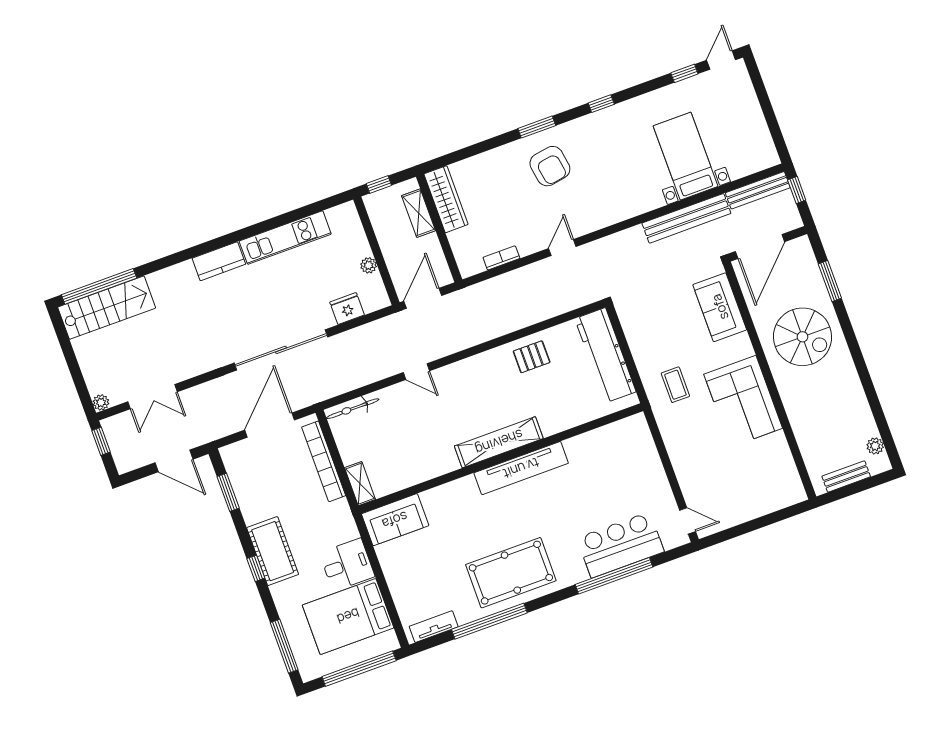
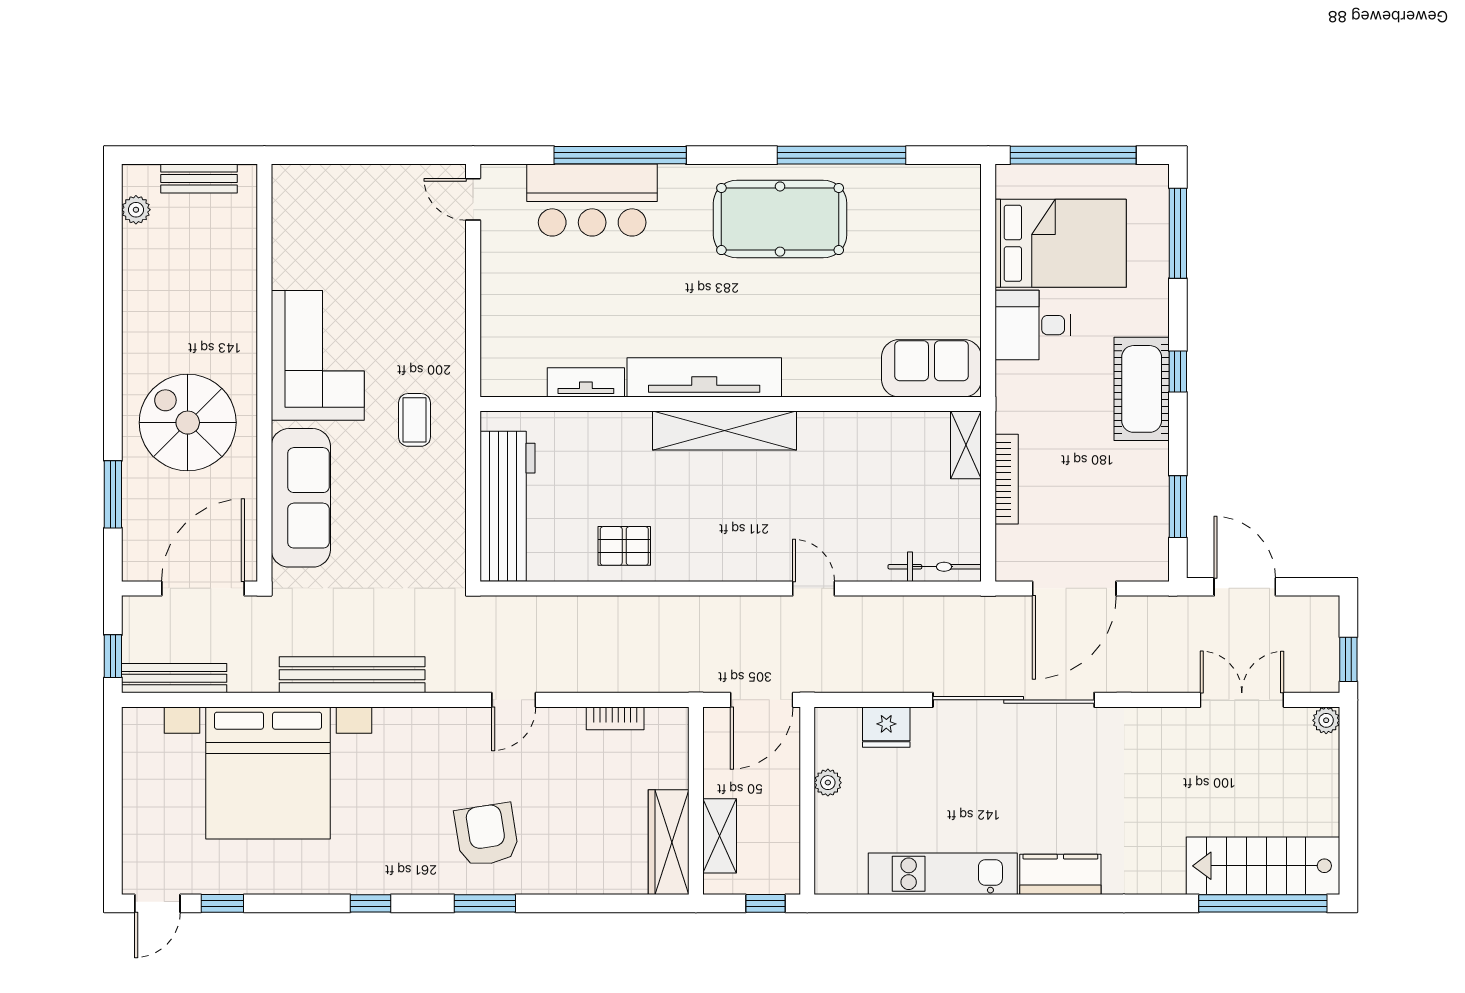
bed with nightstands: (686, 156) -> (268, 773), width x1.85
bench: (686, 218) -> (352, 675), moved
sofa: (720, 307) -> (301, 498), width x1.36
bookcase: (324, 461) -> (1007, 479), width x0.68, depth x0.76
tv unit: (434, 627) -> (586, 382), moved, turned 180

